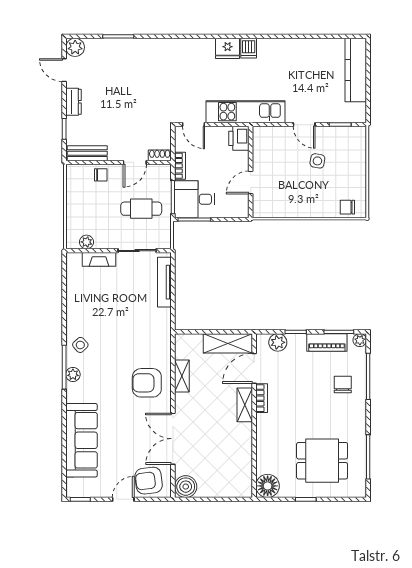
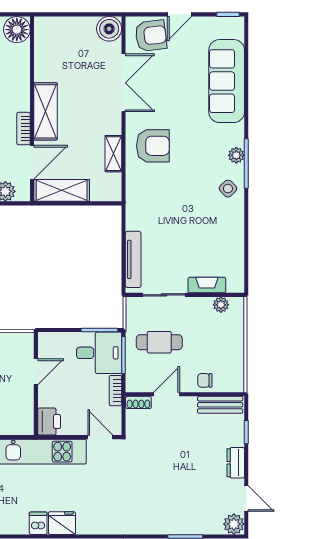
shelving: (245, 405) -> (45, 111), width x1.50, depth x1.33

